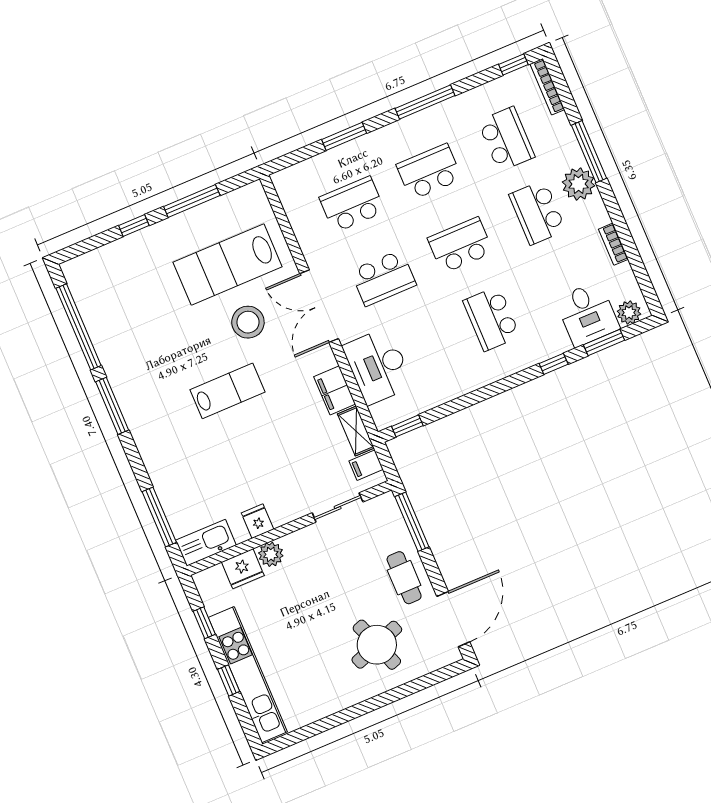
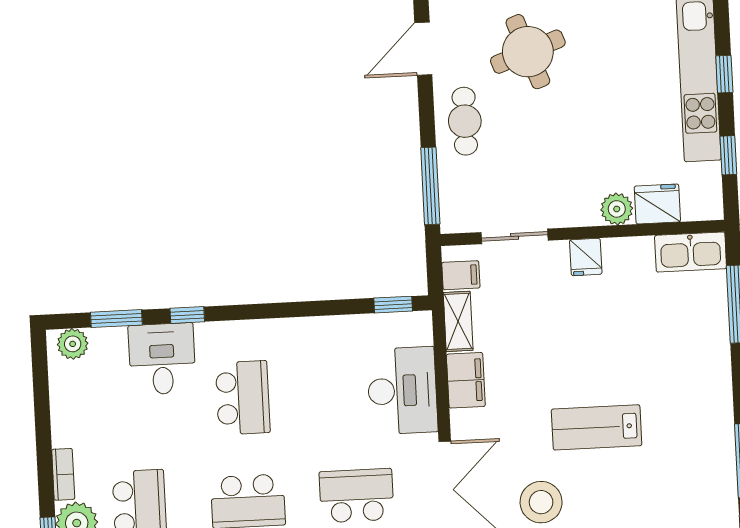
bookcase: (613, 244) -> (63, 474), moved
desk: (587, 314) -> (162, 359), moved
fridge: (258, 521) -> (586, 257), moved
door: (453, 619) -> (423, 49), width x0.73

